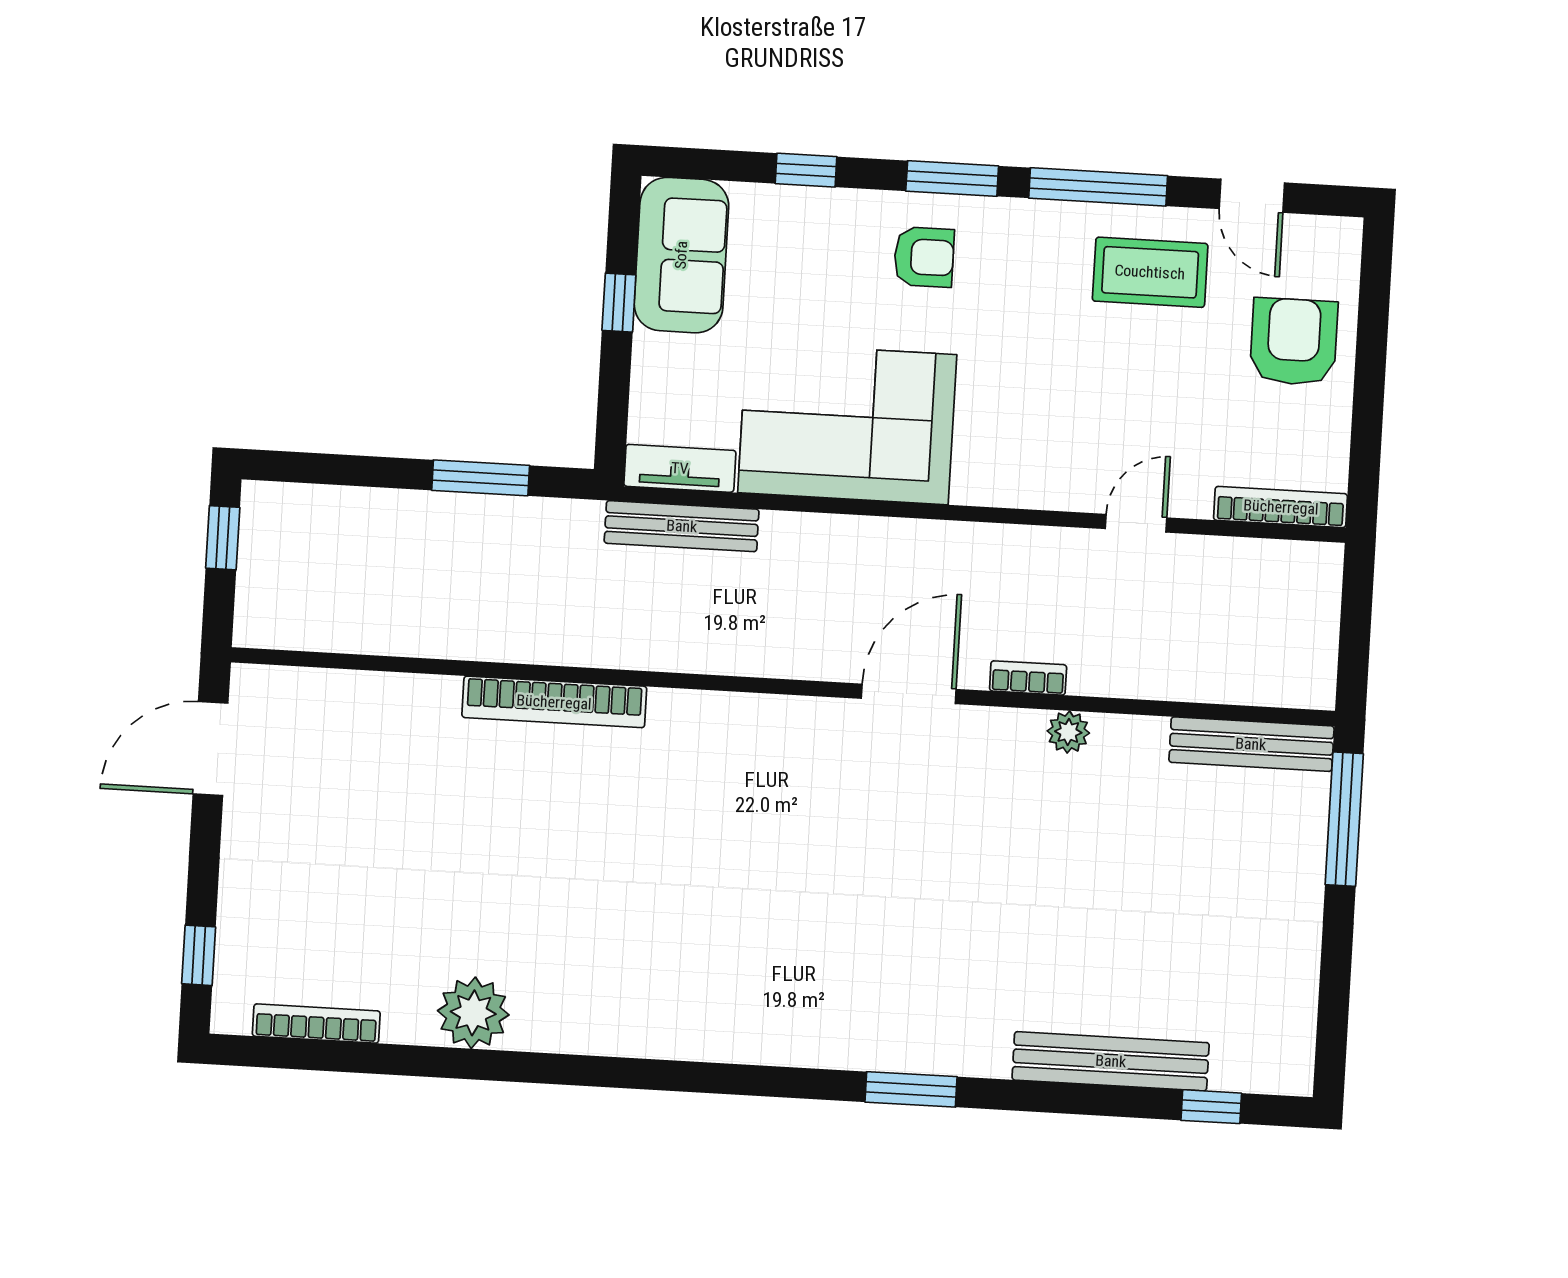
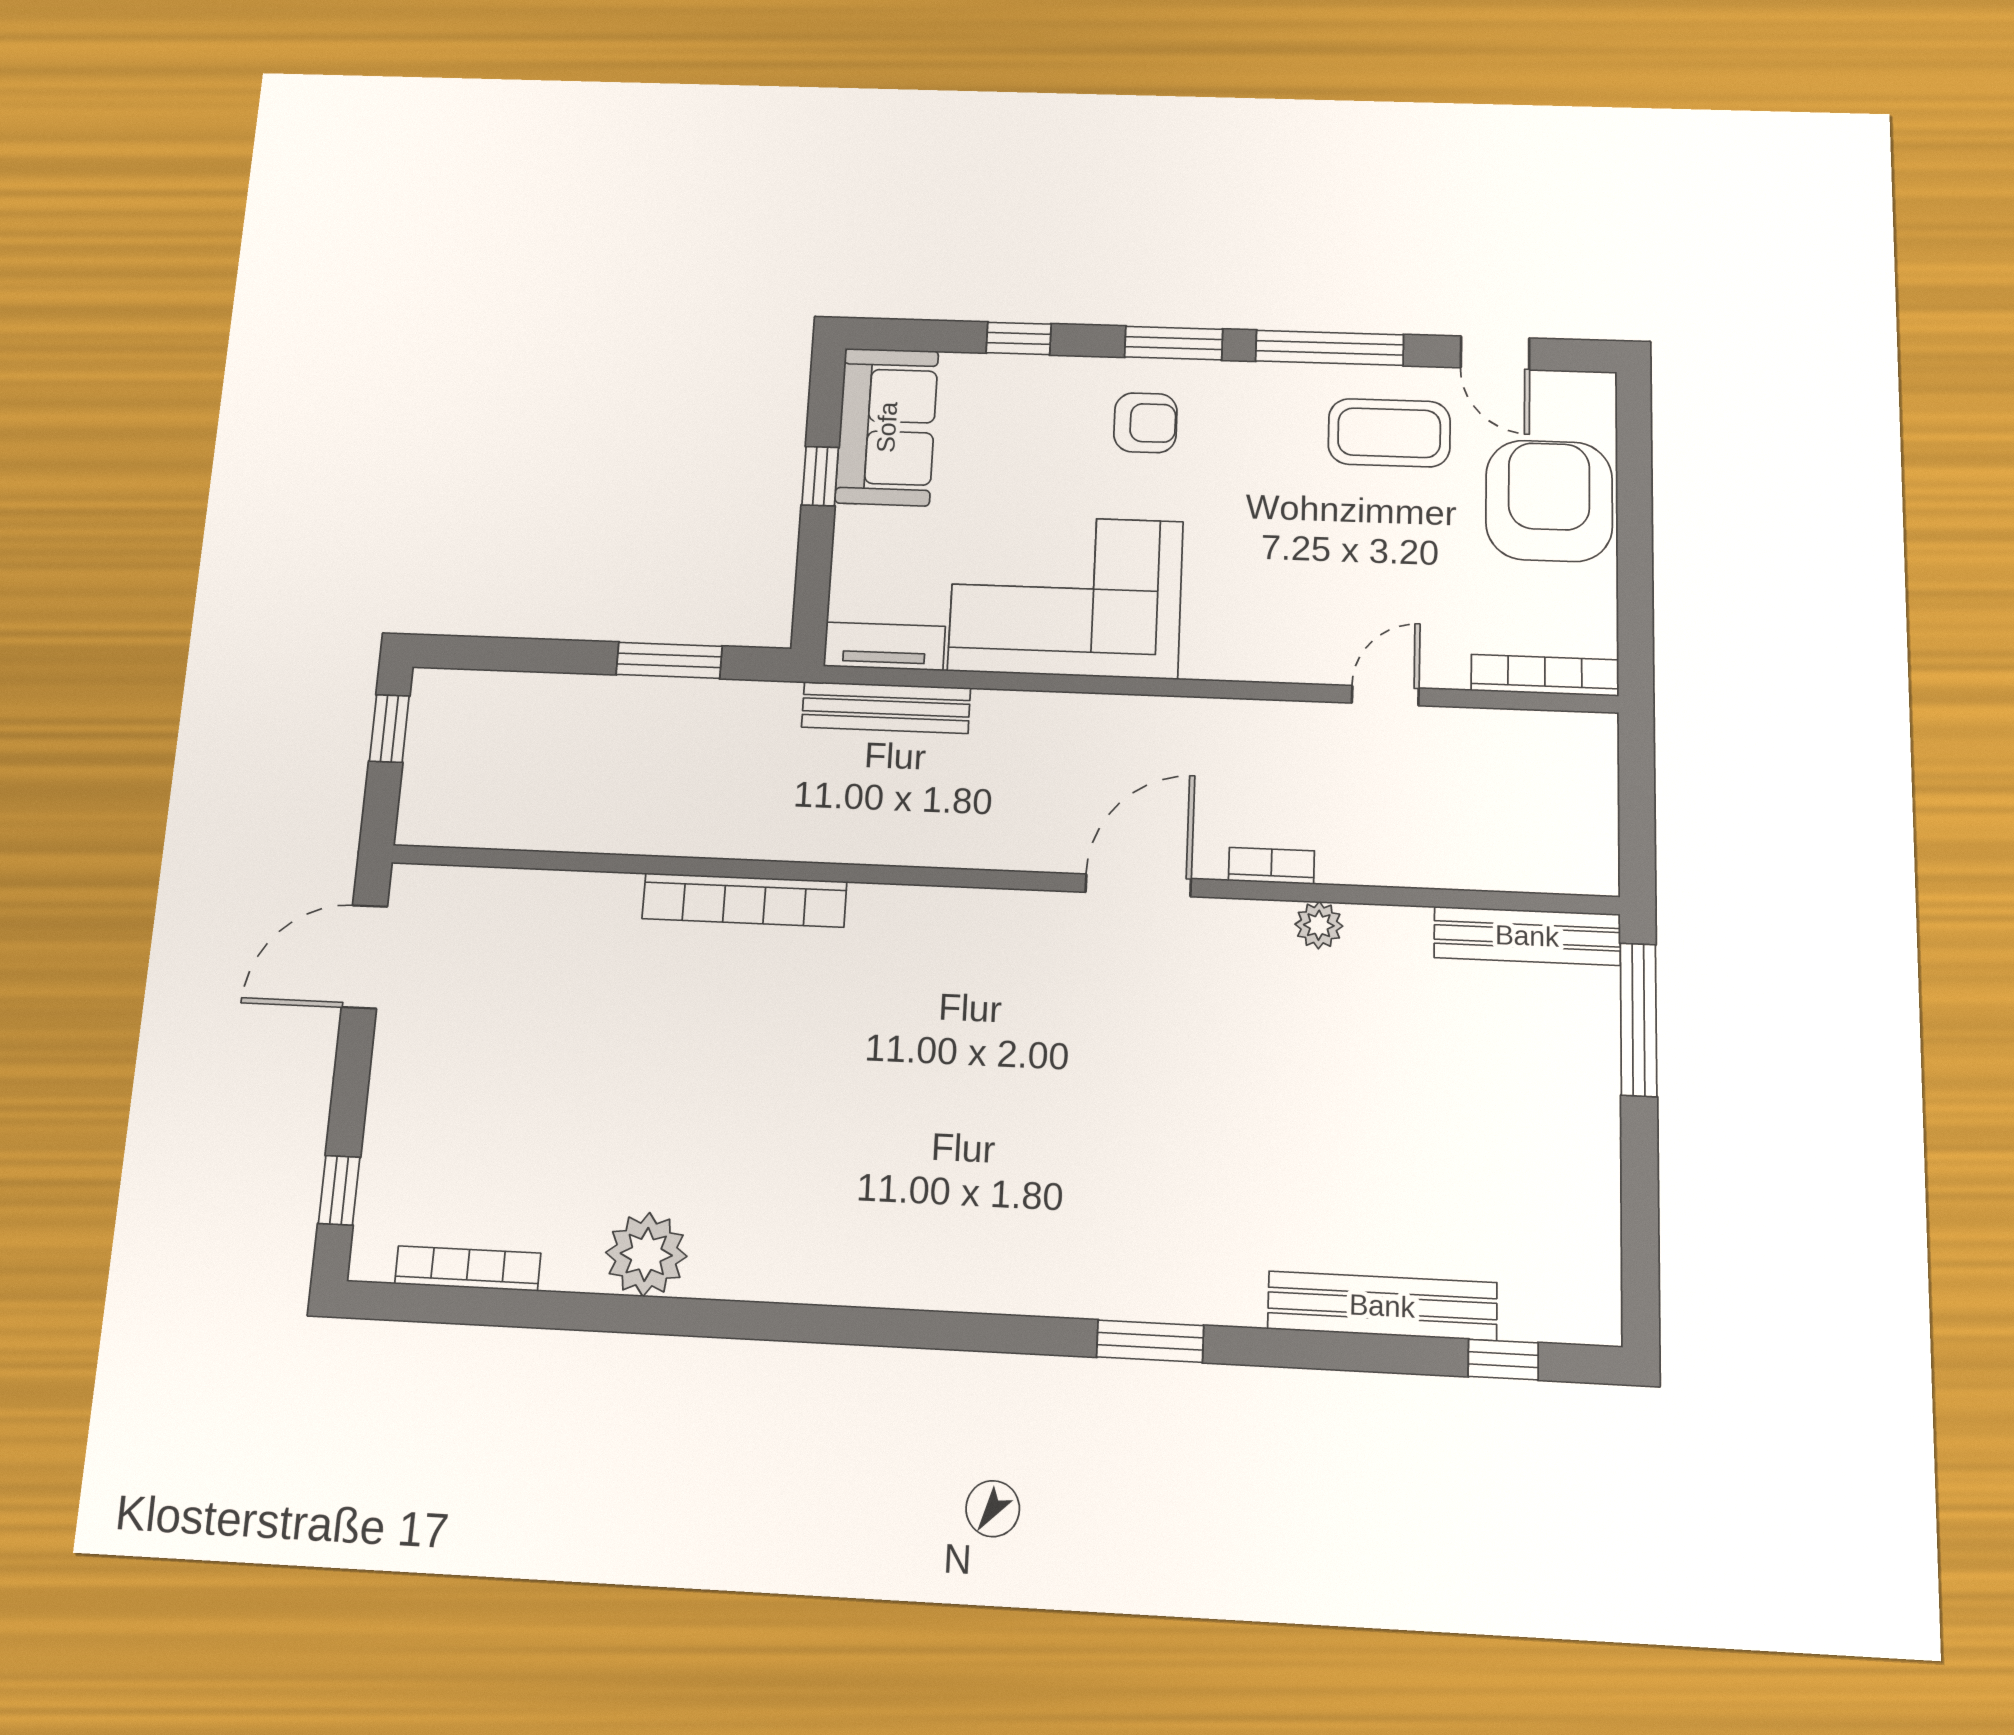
armchair: (1294, 342) -> (1549, 501), width x1.36, depth x1.36

